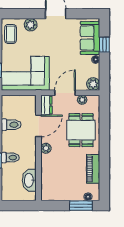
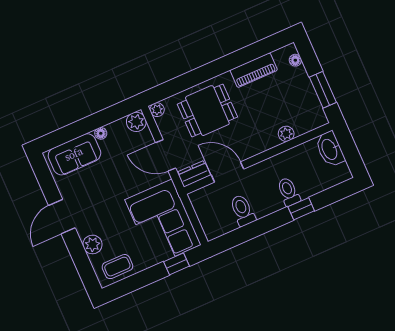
window: (104, 45) -> (75, 130), removed
plant: (82, 100) -> (157, 110), moved
plant: (46, 148) -> (286, 134), moved
washbasin: (29, 180) -> (330, 149), moved, turned 90
window: (81, 206) -> (323, 90), moved

